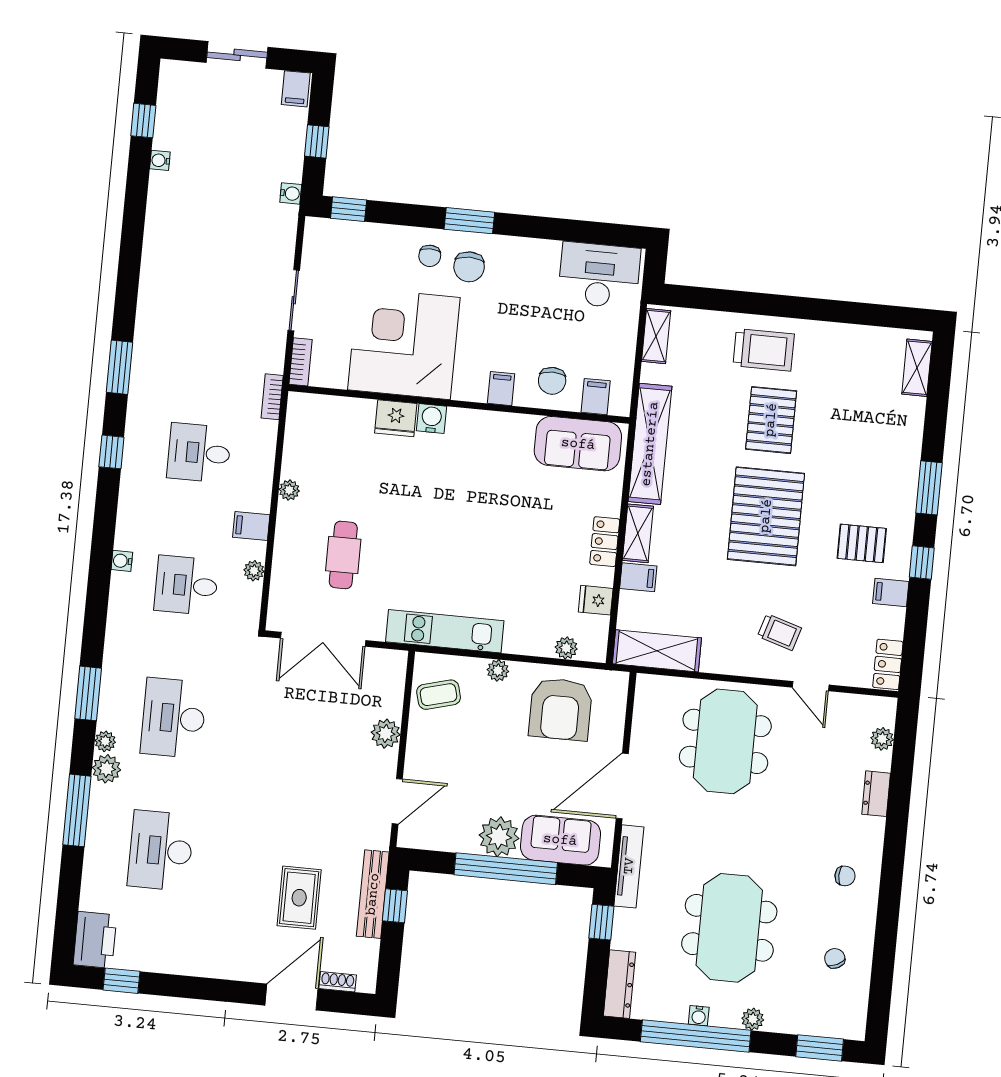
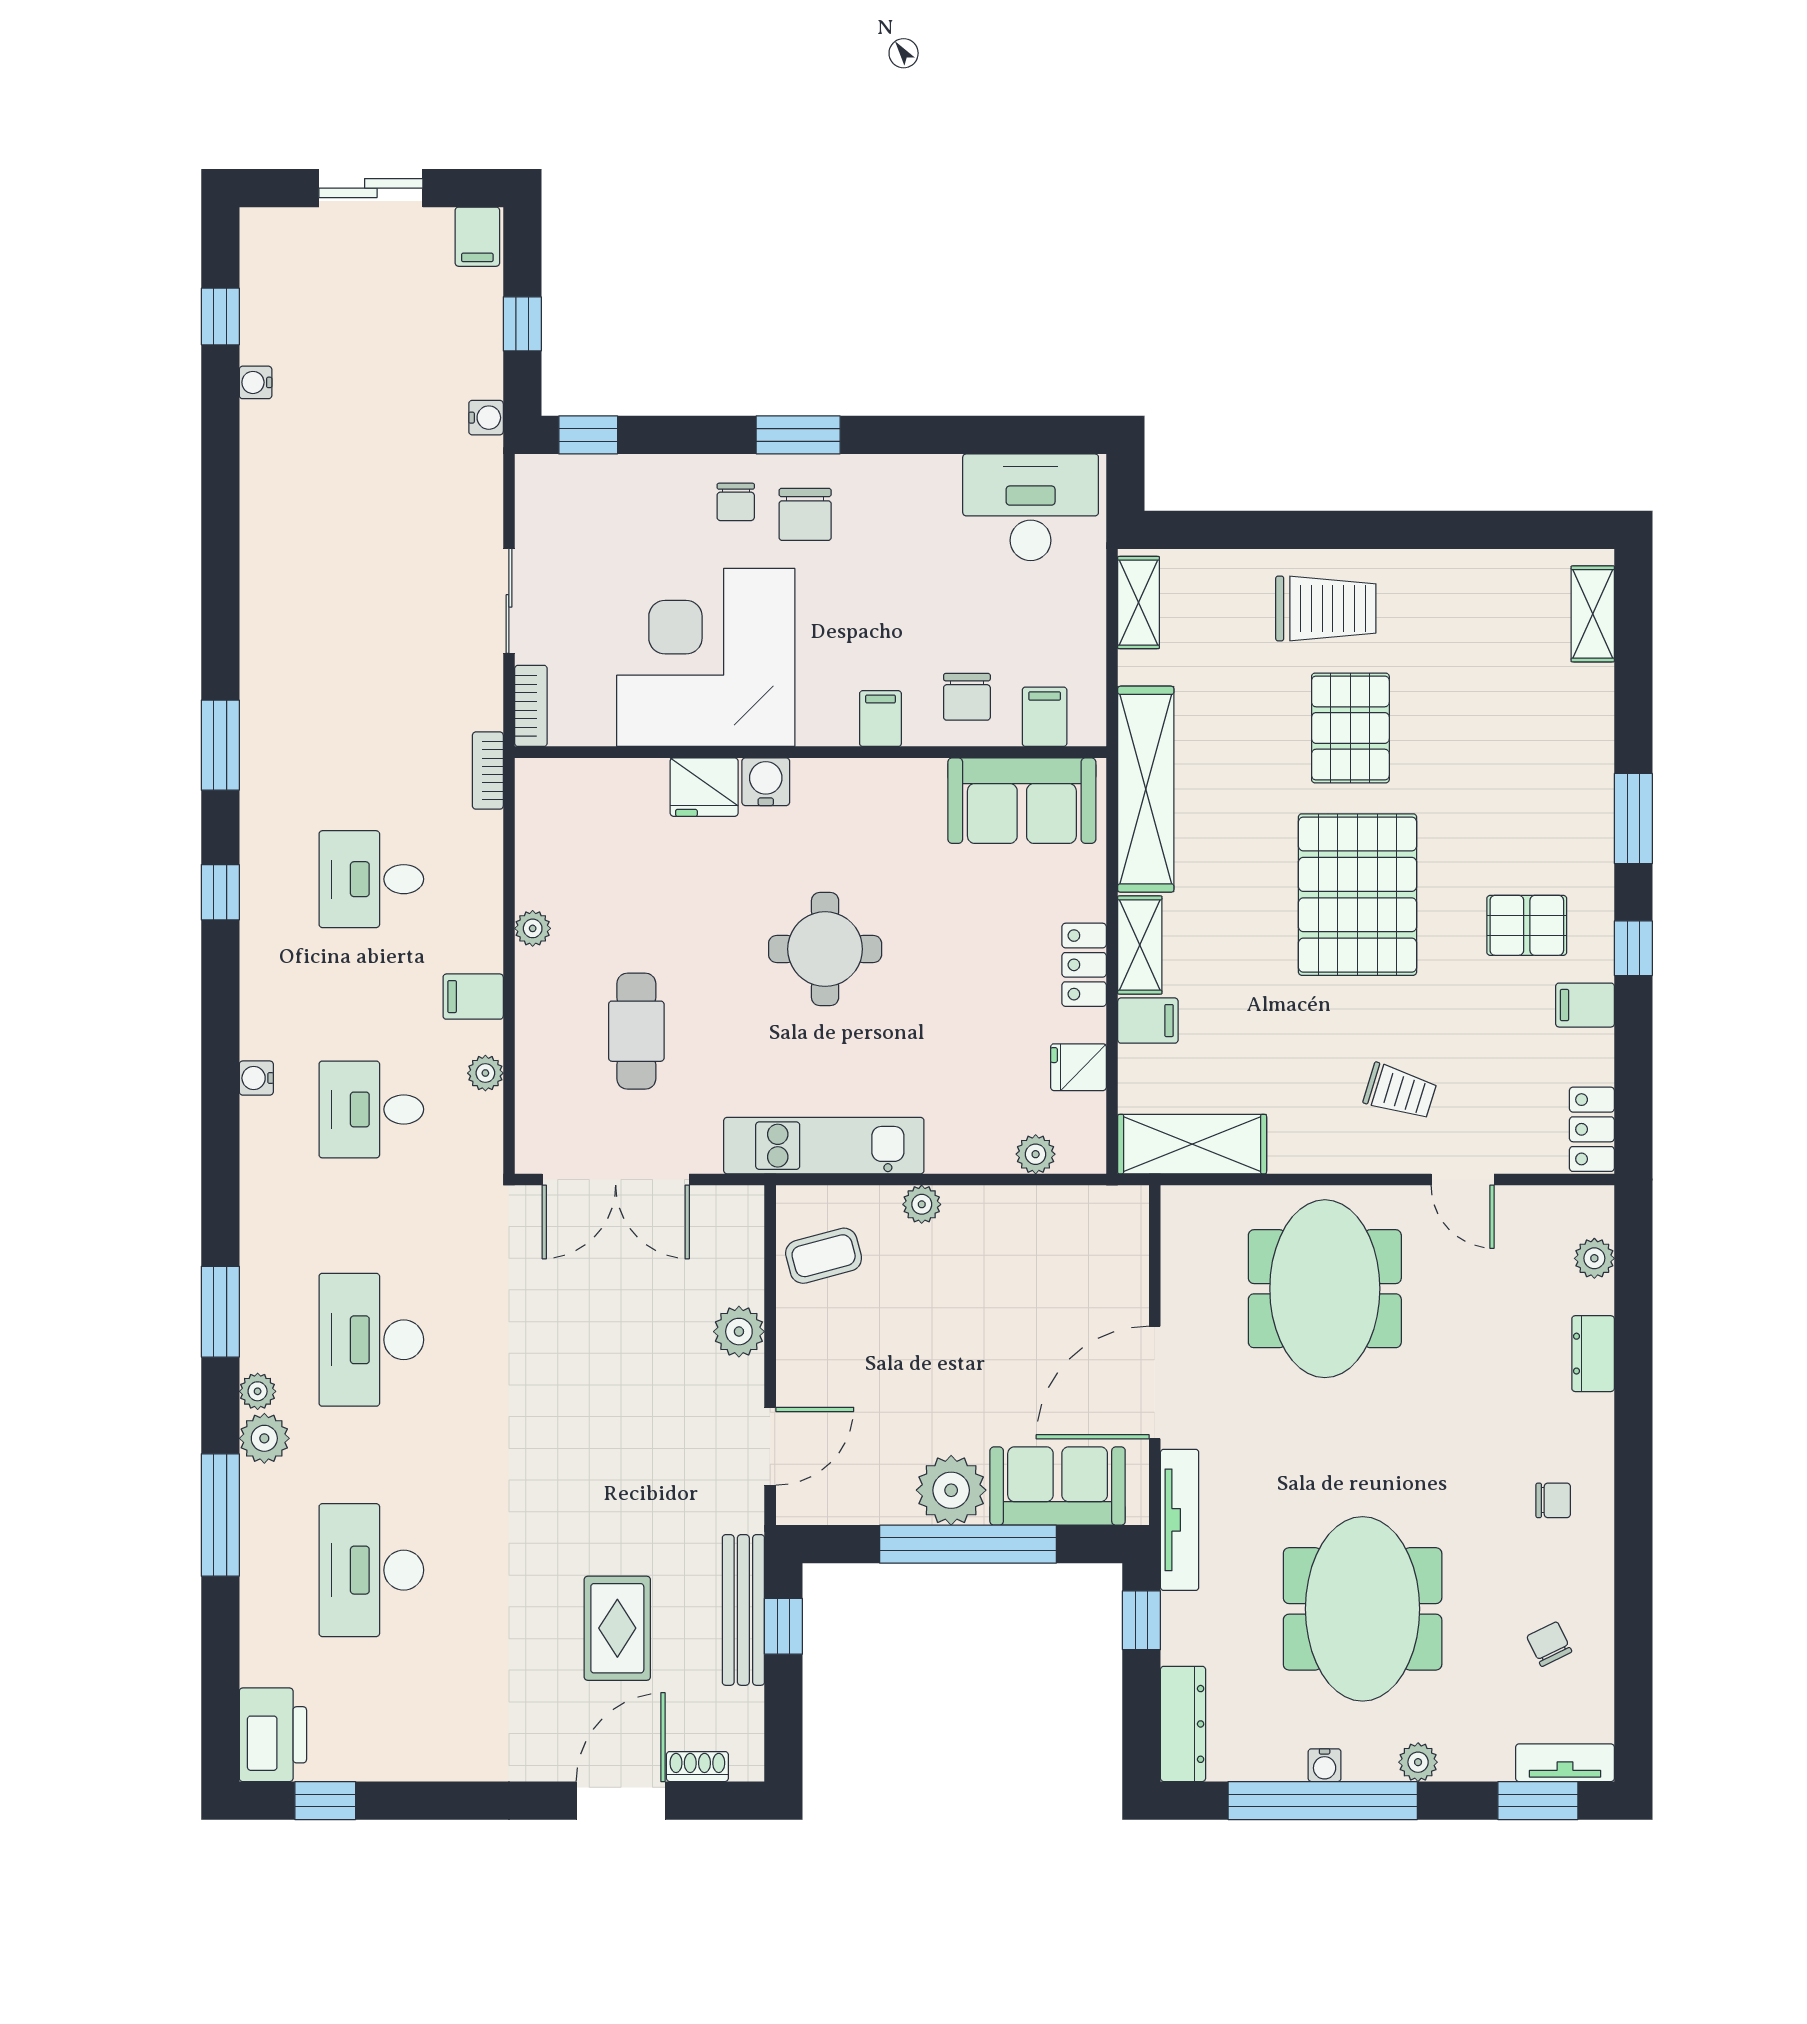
round table: (456, 518) -> (825, 949), added
armchair: (560, 709) -> (1036, 1261), removed
tv unit: (837, 1028) -> (1565, 1763), added

